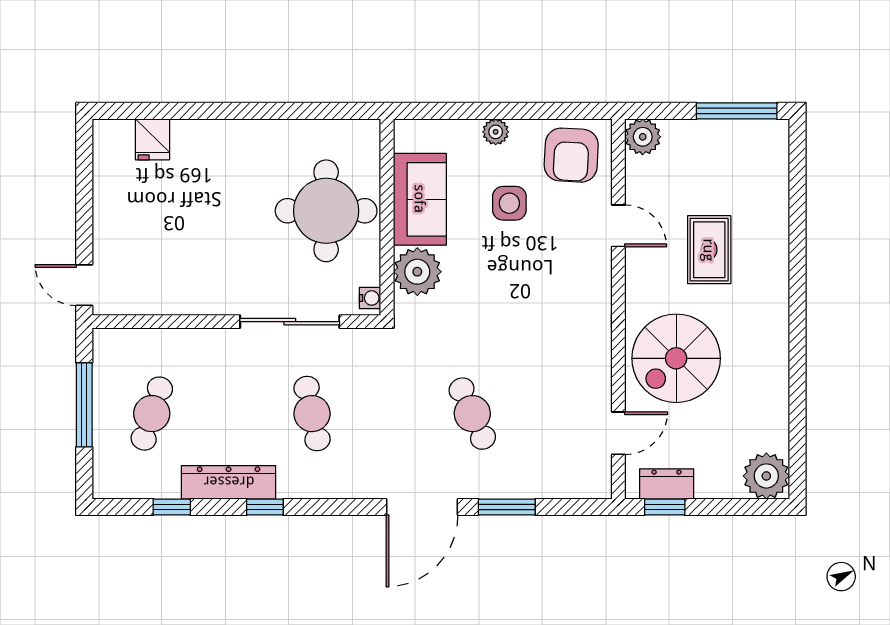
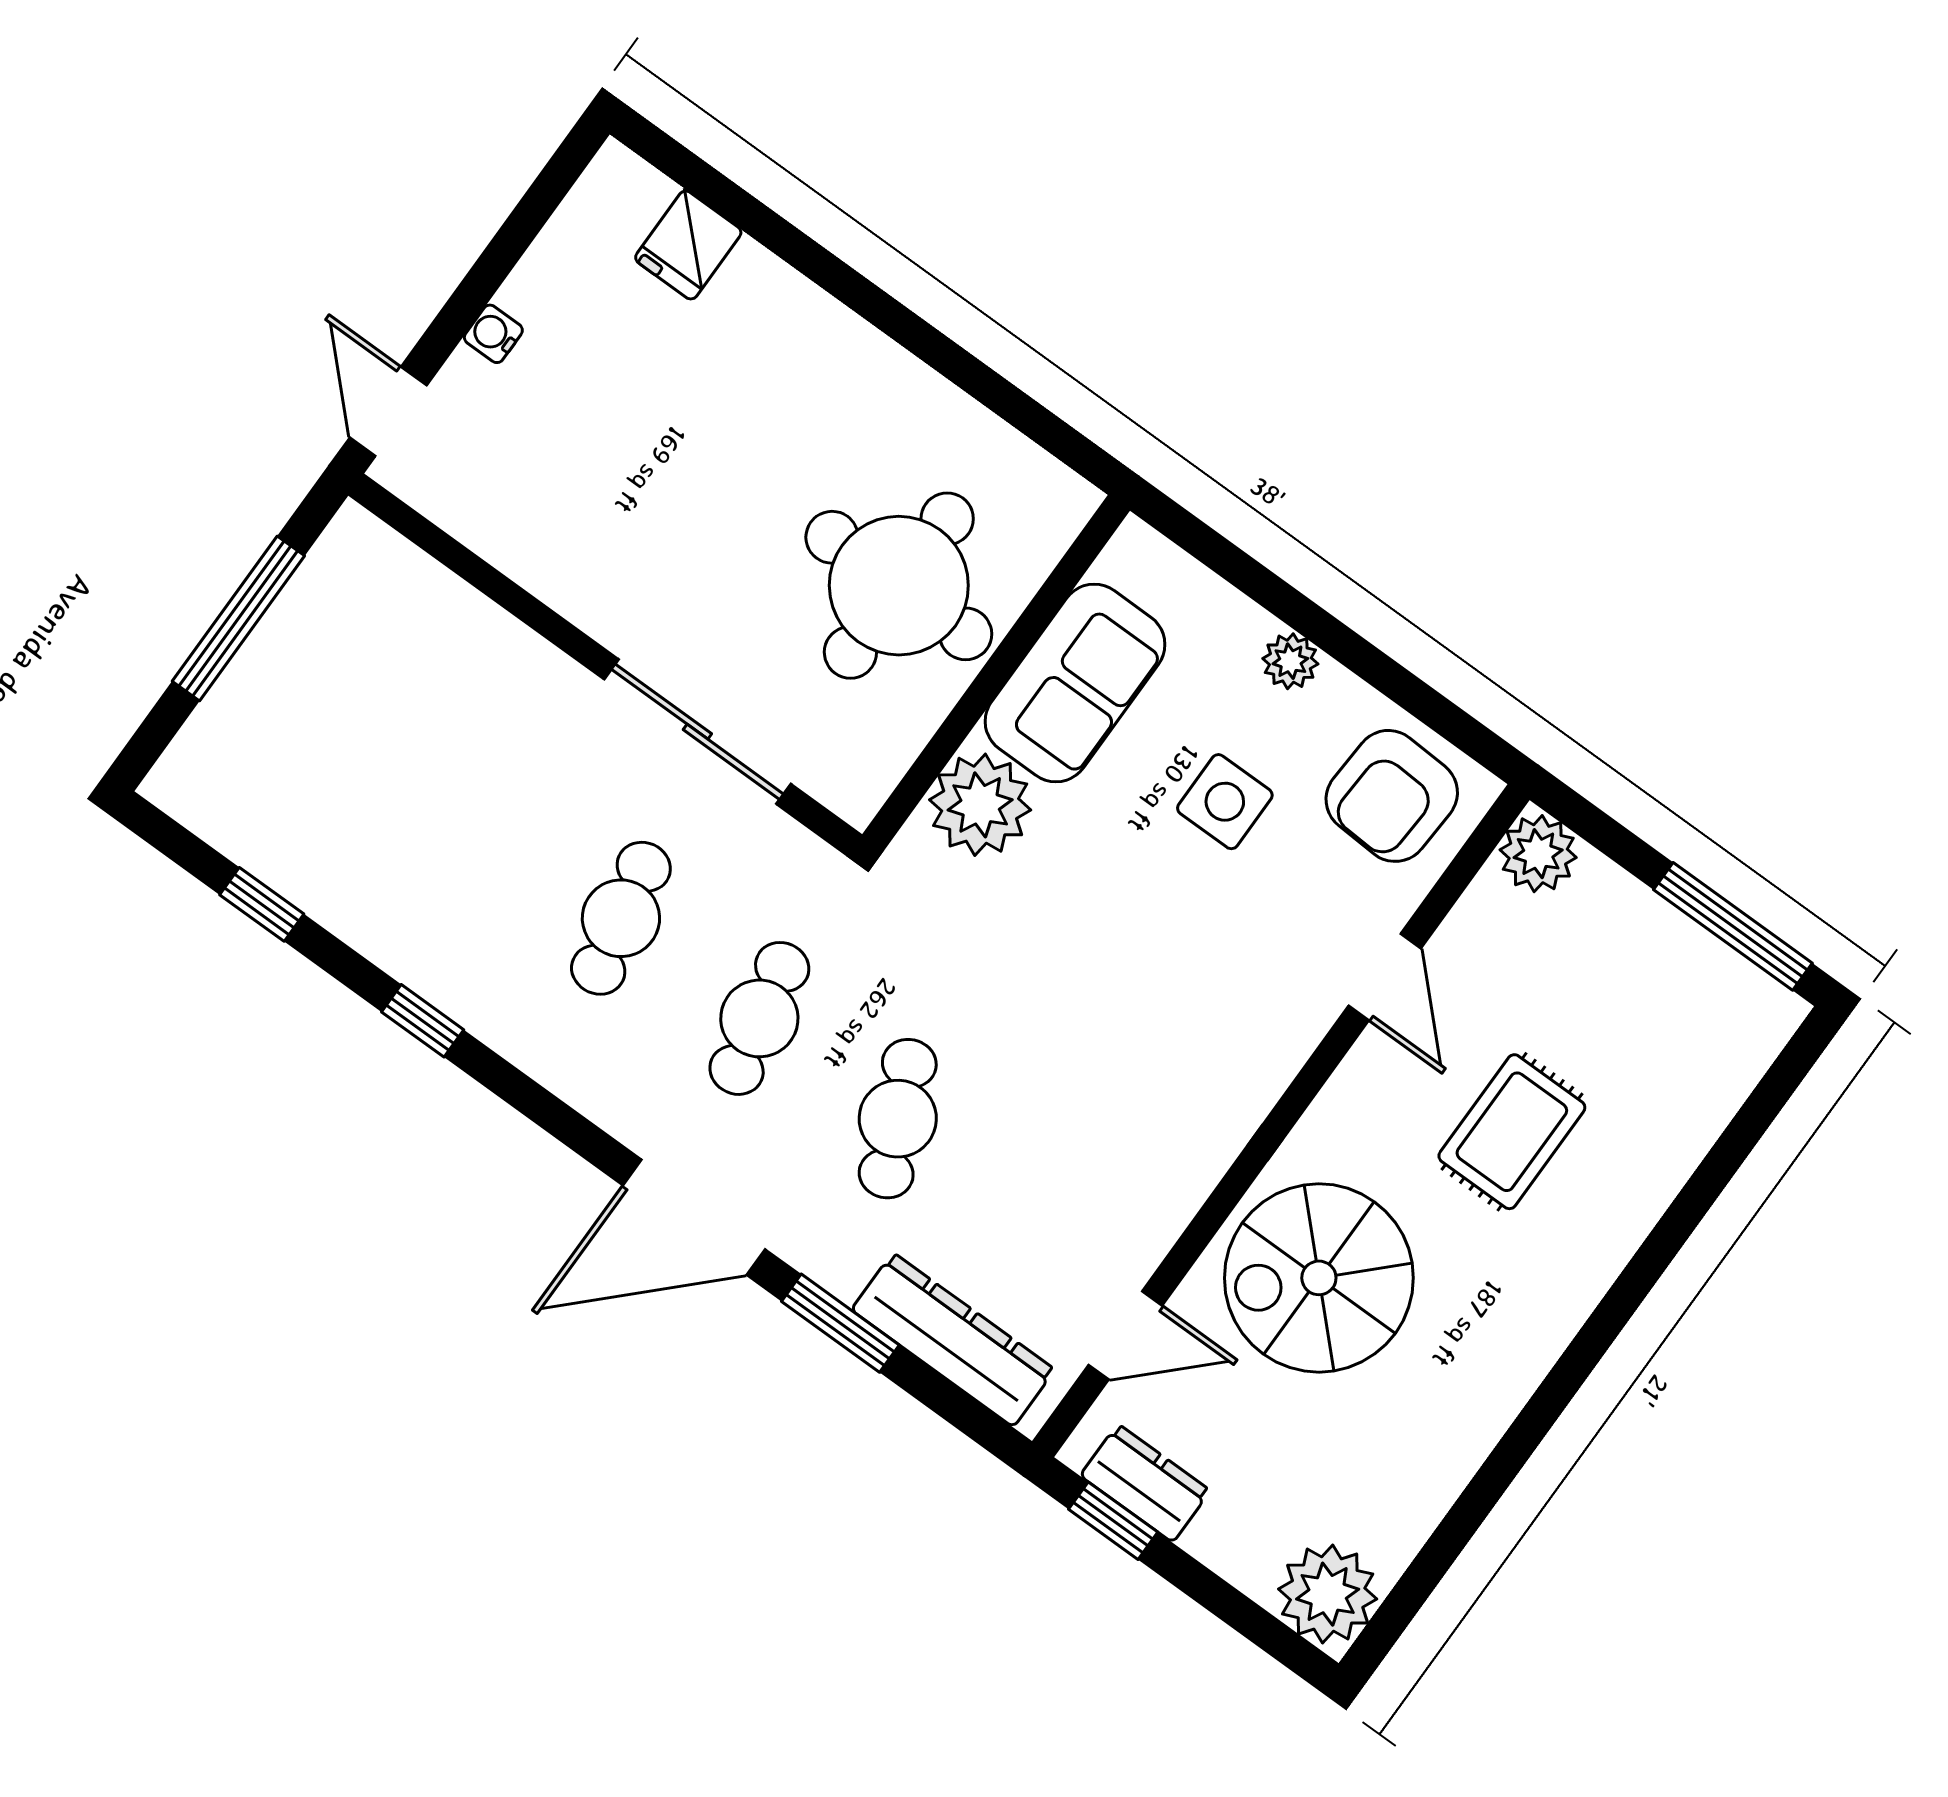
water cooler: (370, 298) -> (493, 334), moved, turned 180
cafe table: (152, 414) -> (759, 1018), moved, turned -30
dresser: (229, 482) -> (953, 1340), moved

